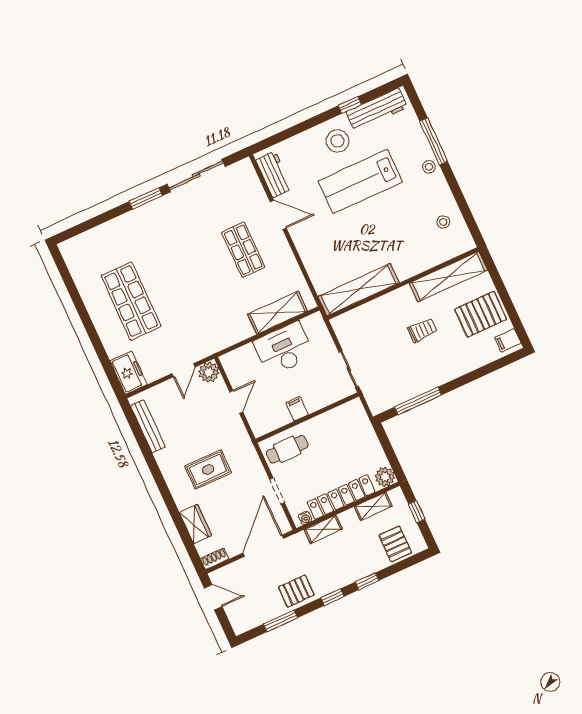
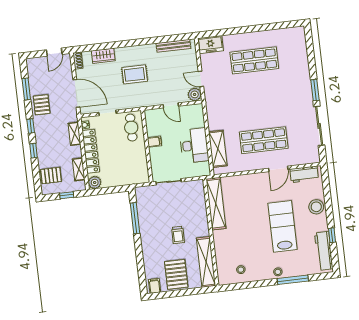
stool: (337, 141) -> (316, 207), moved
shop shelf: (243, 250) -> (264, 140), width x1.43, depth x1.36
rug: (208, 470) -> (135, 74), turned 90

